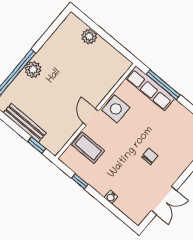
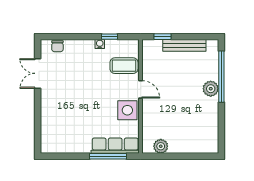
plant: (89, 36) -> (161, 146), moved
chair: (150, 156) -> (57, 46), moved
water cooler: (111, 197) -> (100, 44), moved

